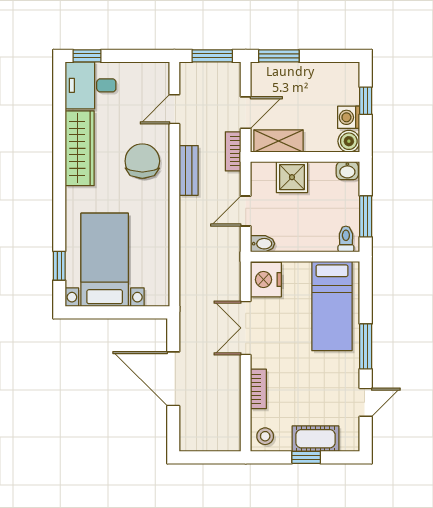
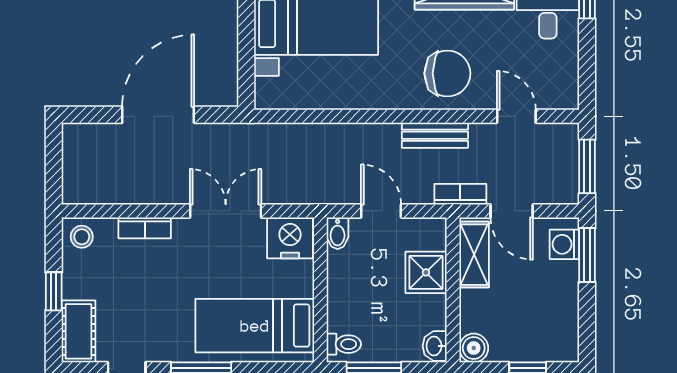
washing machine: (349, 117) -> (564, 244), moved, turned -90
cot: (315, 439) -> (78, 331), moved

